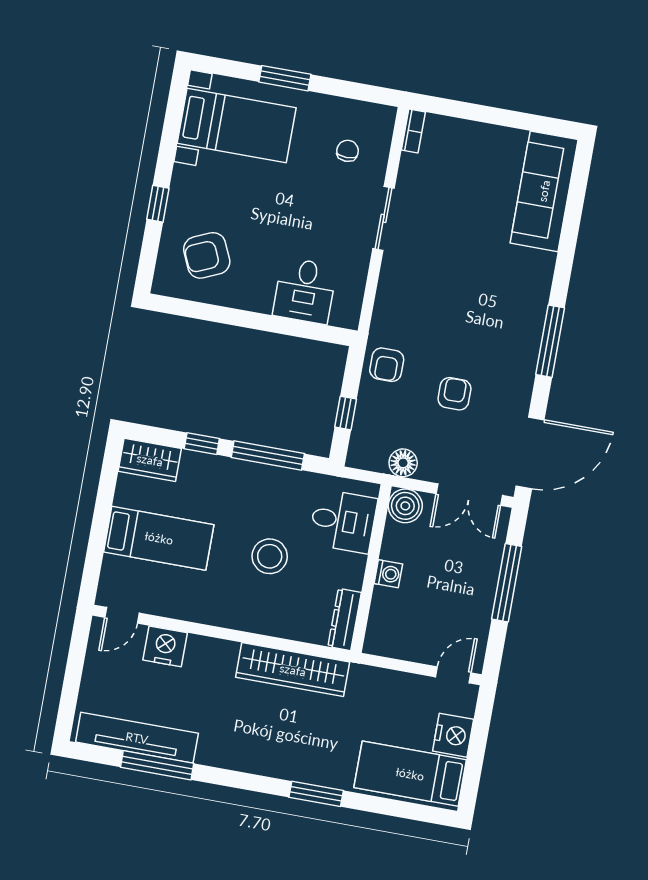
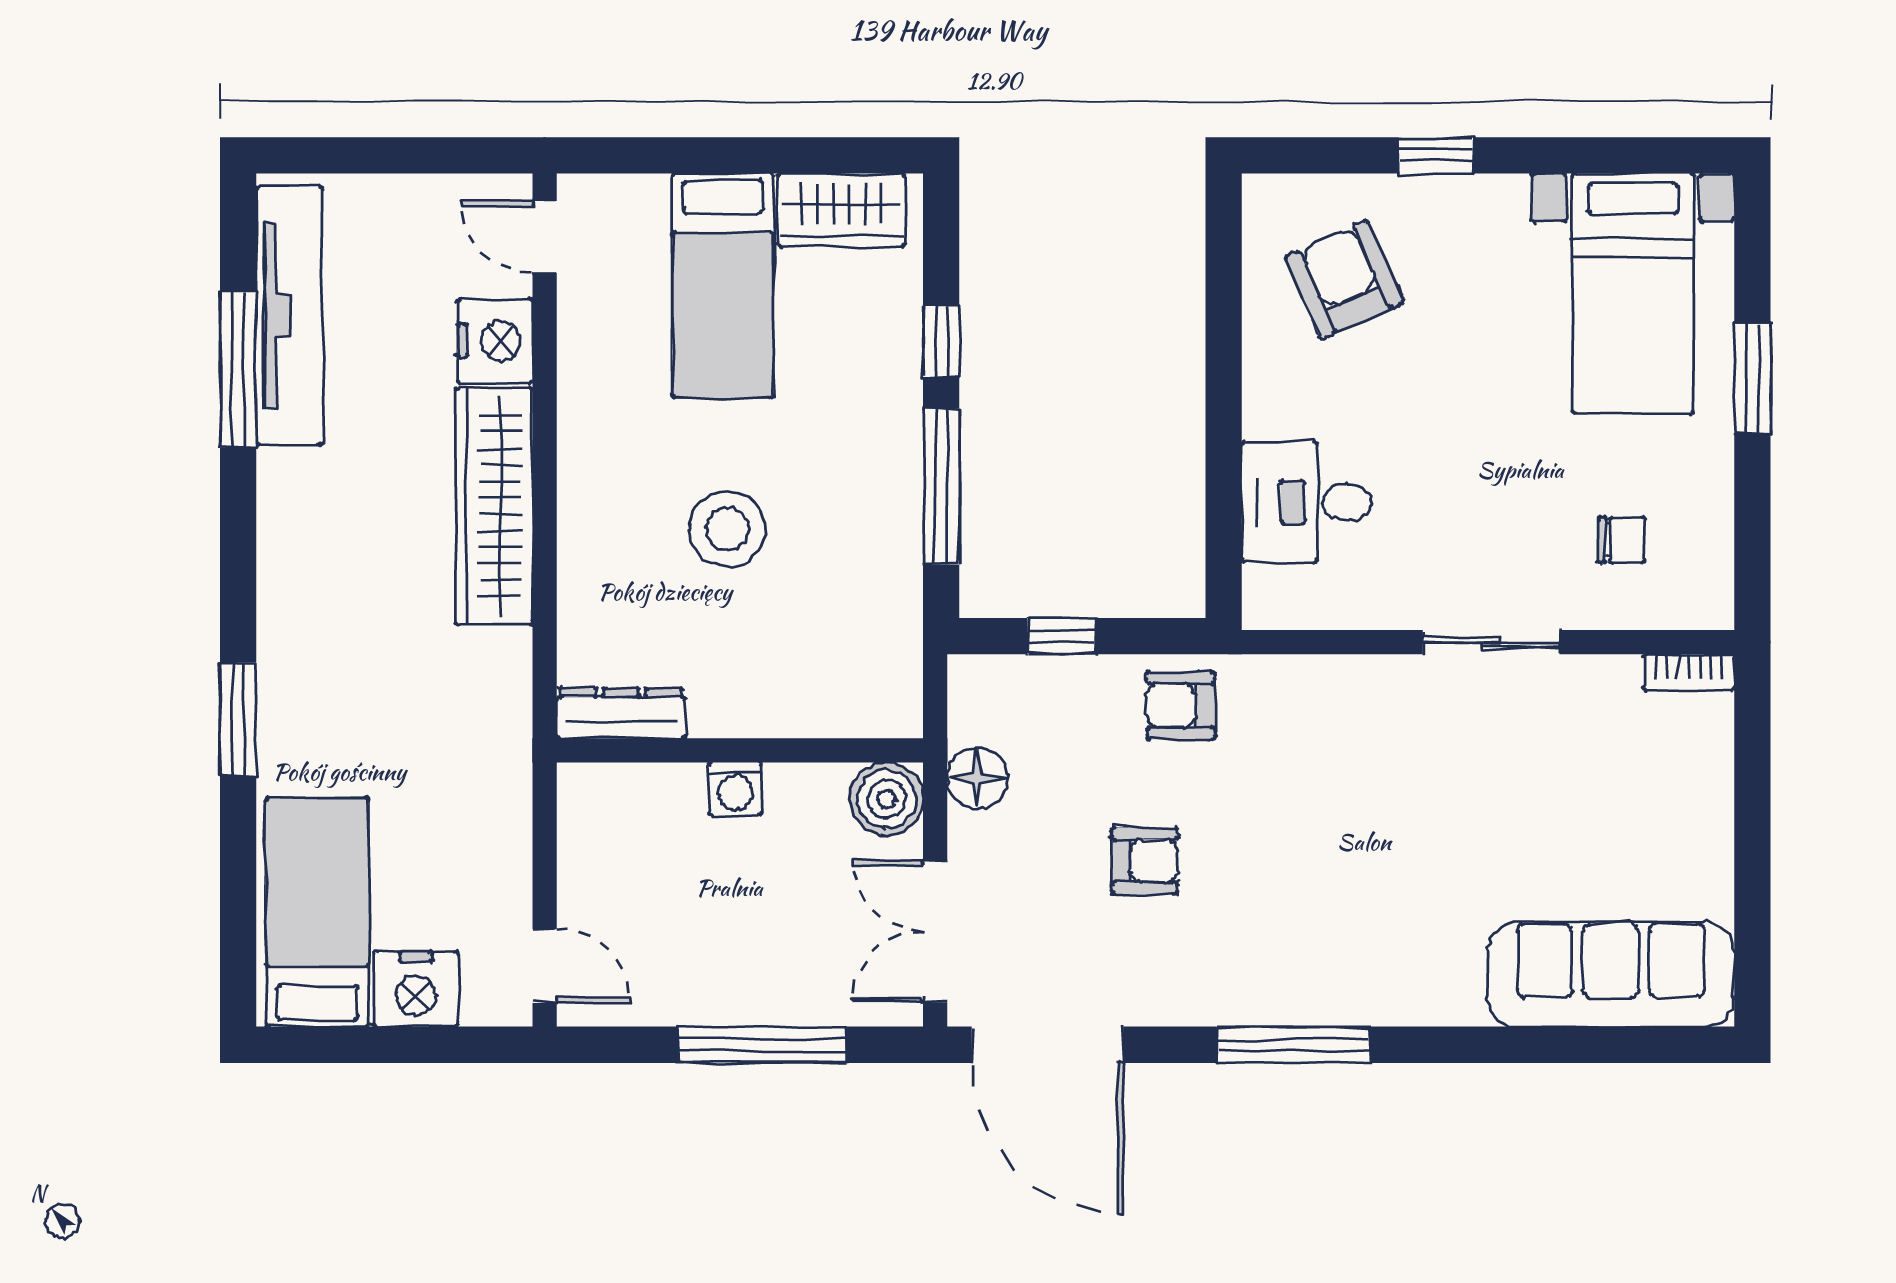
wardrobe: (150, 460) -> (841, 210), moved, turned -90
desk: (343, 521) -> (830, 672), removed
wardrobe: (293, 670) -> (494, 506), moved

